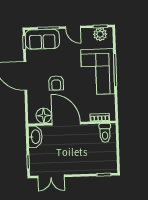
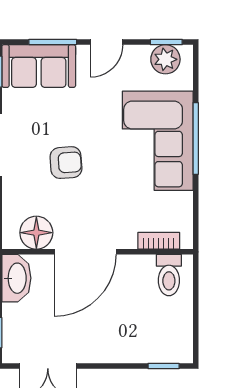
door: (73, 27) -> (107, 42), hinge flipped
armchair: (56, 83) -> (66, 163), turned -94
door: (66, 124) -> (85, 252), swing flipped

